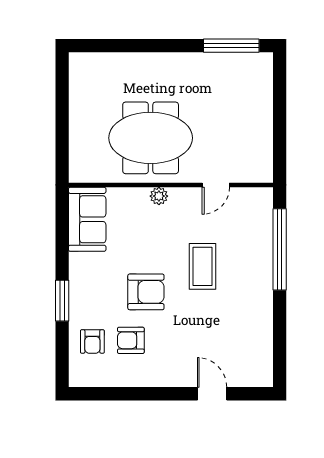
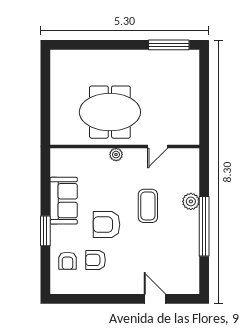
sofa: (87, 219) -> (64, 201), moved
window: (280, 249) -> (204, 226), moved
plant: (261, 260) -> (191, 201), added
armchair: (146, 292) -> (107, 225), turned 180

